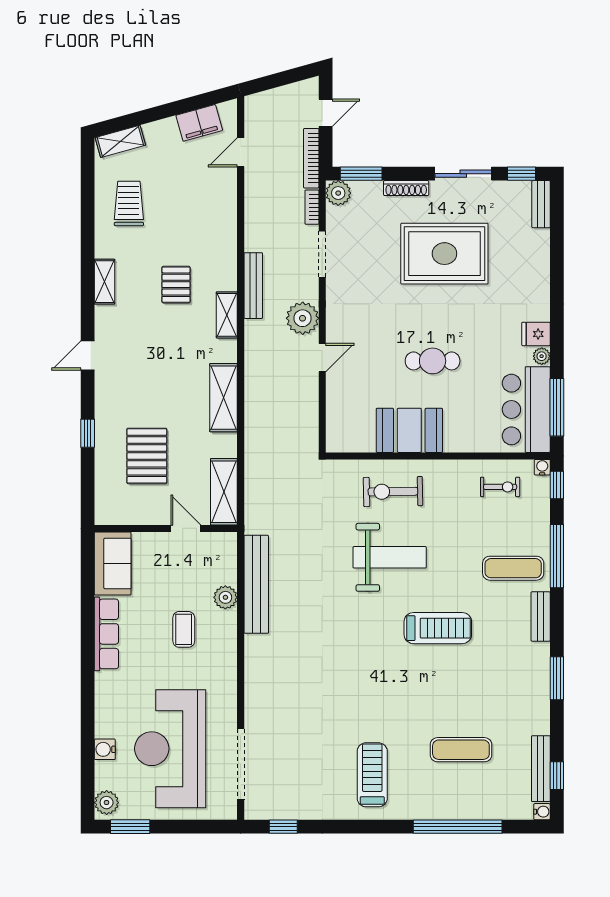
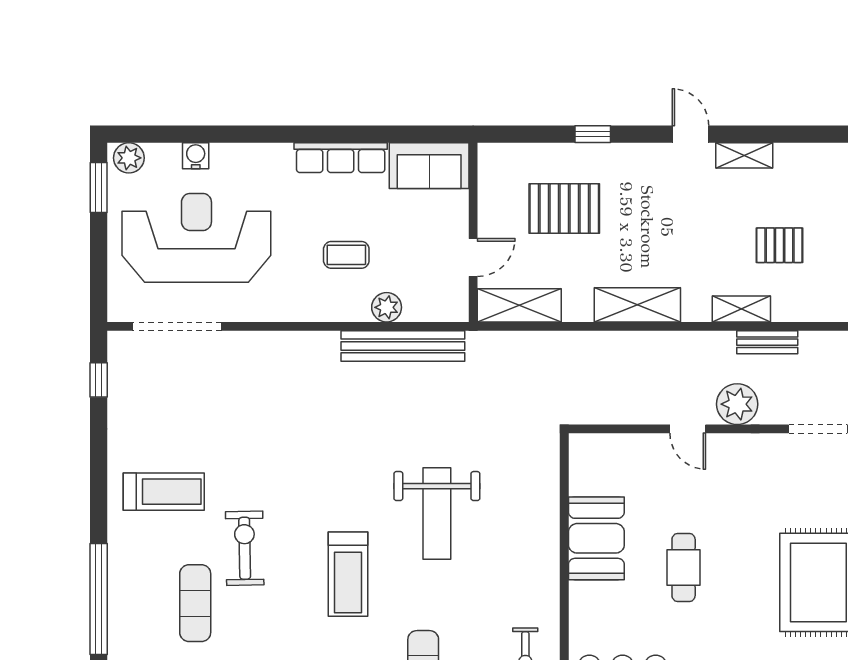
shelving: (105, 282) -> (744, 155), moved
bench: (253, 286) -> (767, 342), width x0.73
exercise bike: (393, 492) -> (245, 548), moved

